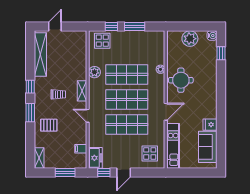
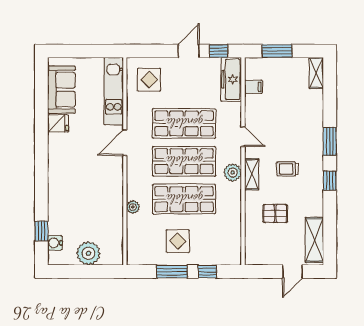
water cooler: (212, 35) -> (55, 243), moved
display table: (102, 41) -> (178, 241), moved
shelving: (40, 54) -> (314, 240), width x0.68
plant: (94, 72) -> (233, 173), moved
round table: (181, 80) -> (102, 190), removed
pallet: (49, 125) -> (275, 213), moved
freezer: (95, 158) -> (231, 79), width x1.40

